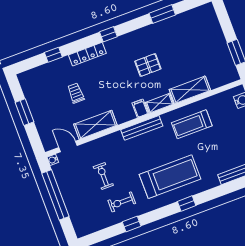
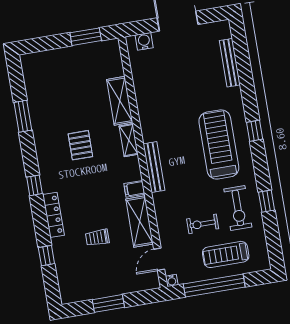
filing cabinet: (140, 108) -> (134, 189), moved
treadmill: (192, 124) -> (226, 254), moved, turned 90
exercise bike: (122, 202) -> (238, 208), width x1.38, depth x1.39

